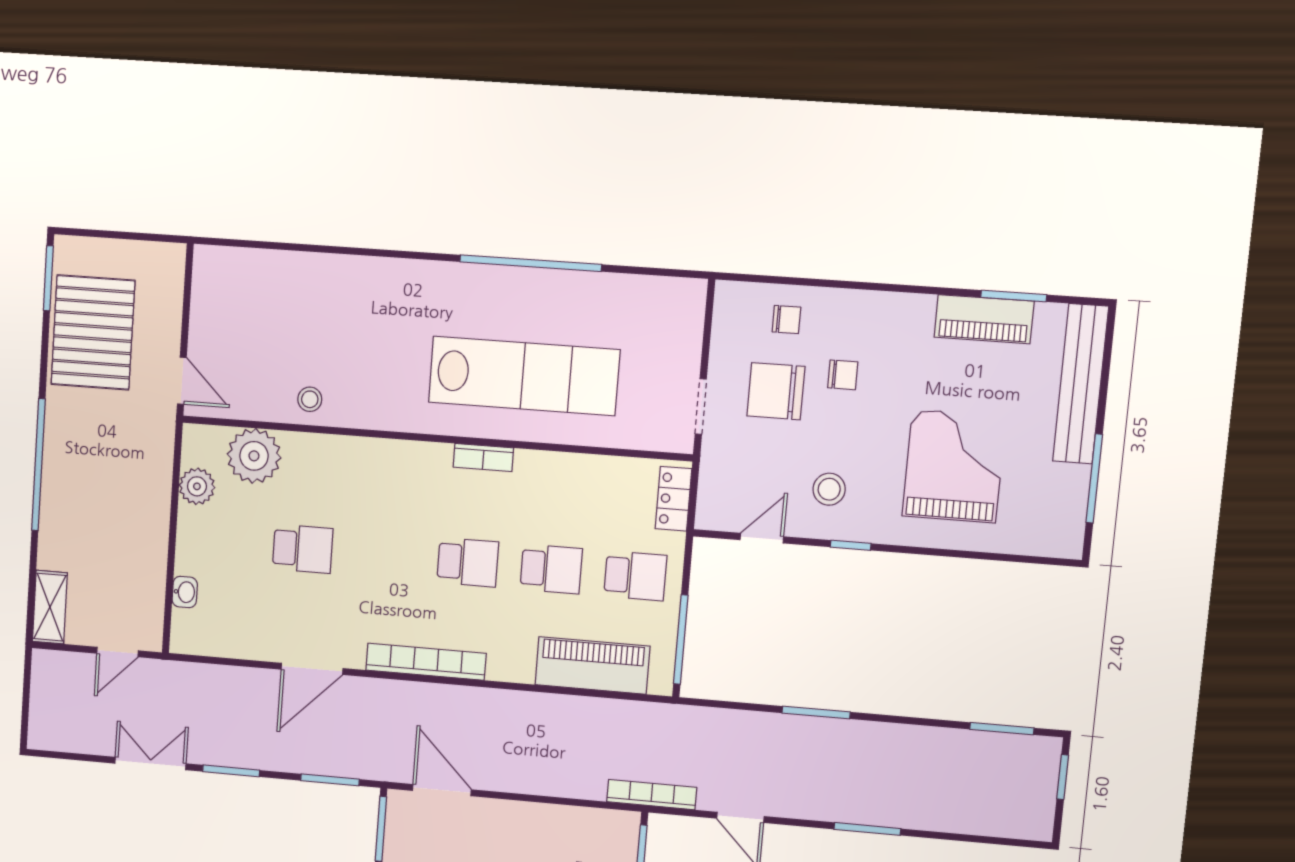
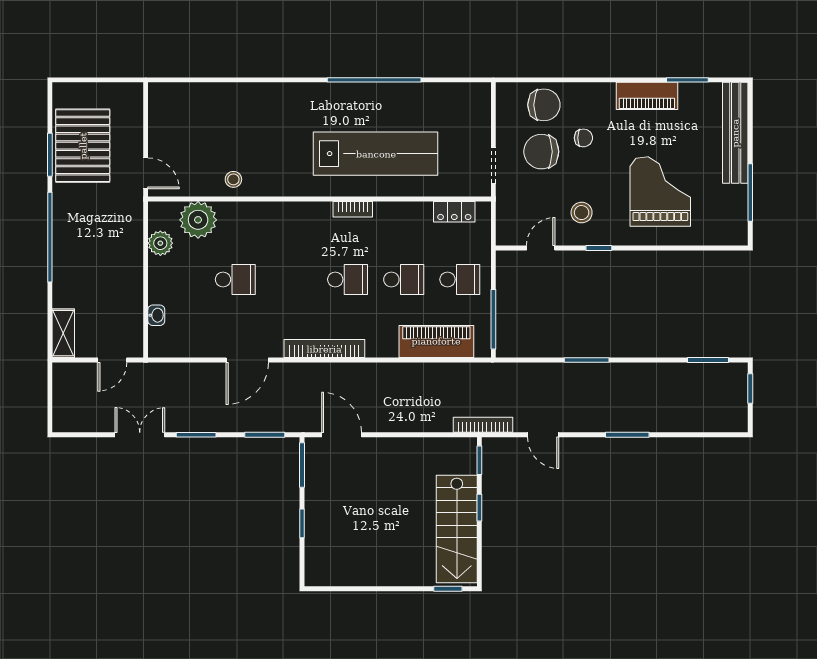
window: (48, 278) -> (50, 155), moved
piano: (984, 319) -> (647, 96), moved
chair: (786, 320) -> (544, 105), width x1.87, depth x1.87
locker: (673, 499) -> (454, 212), moved, turned -90

